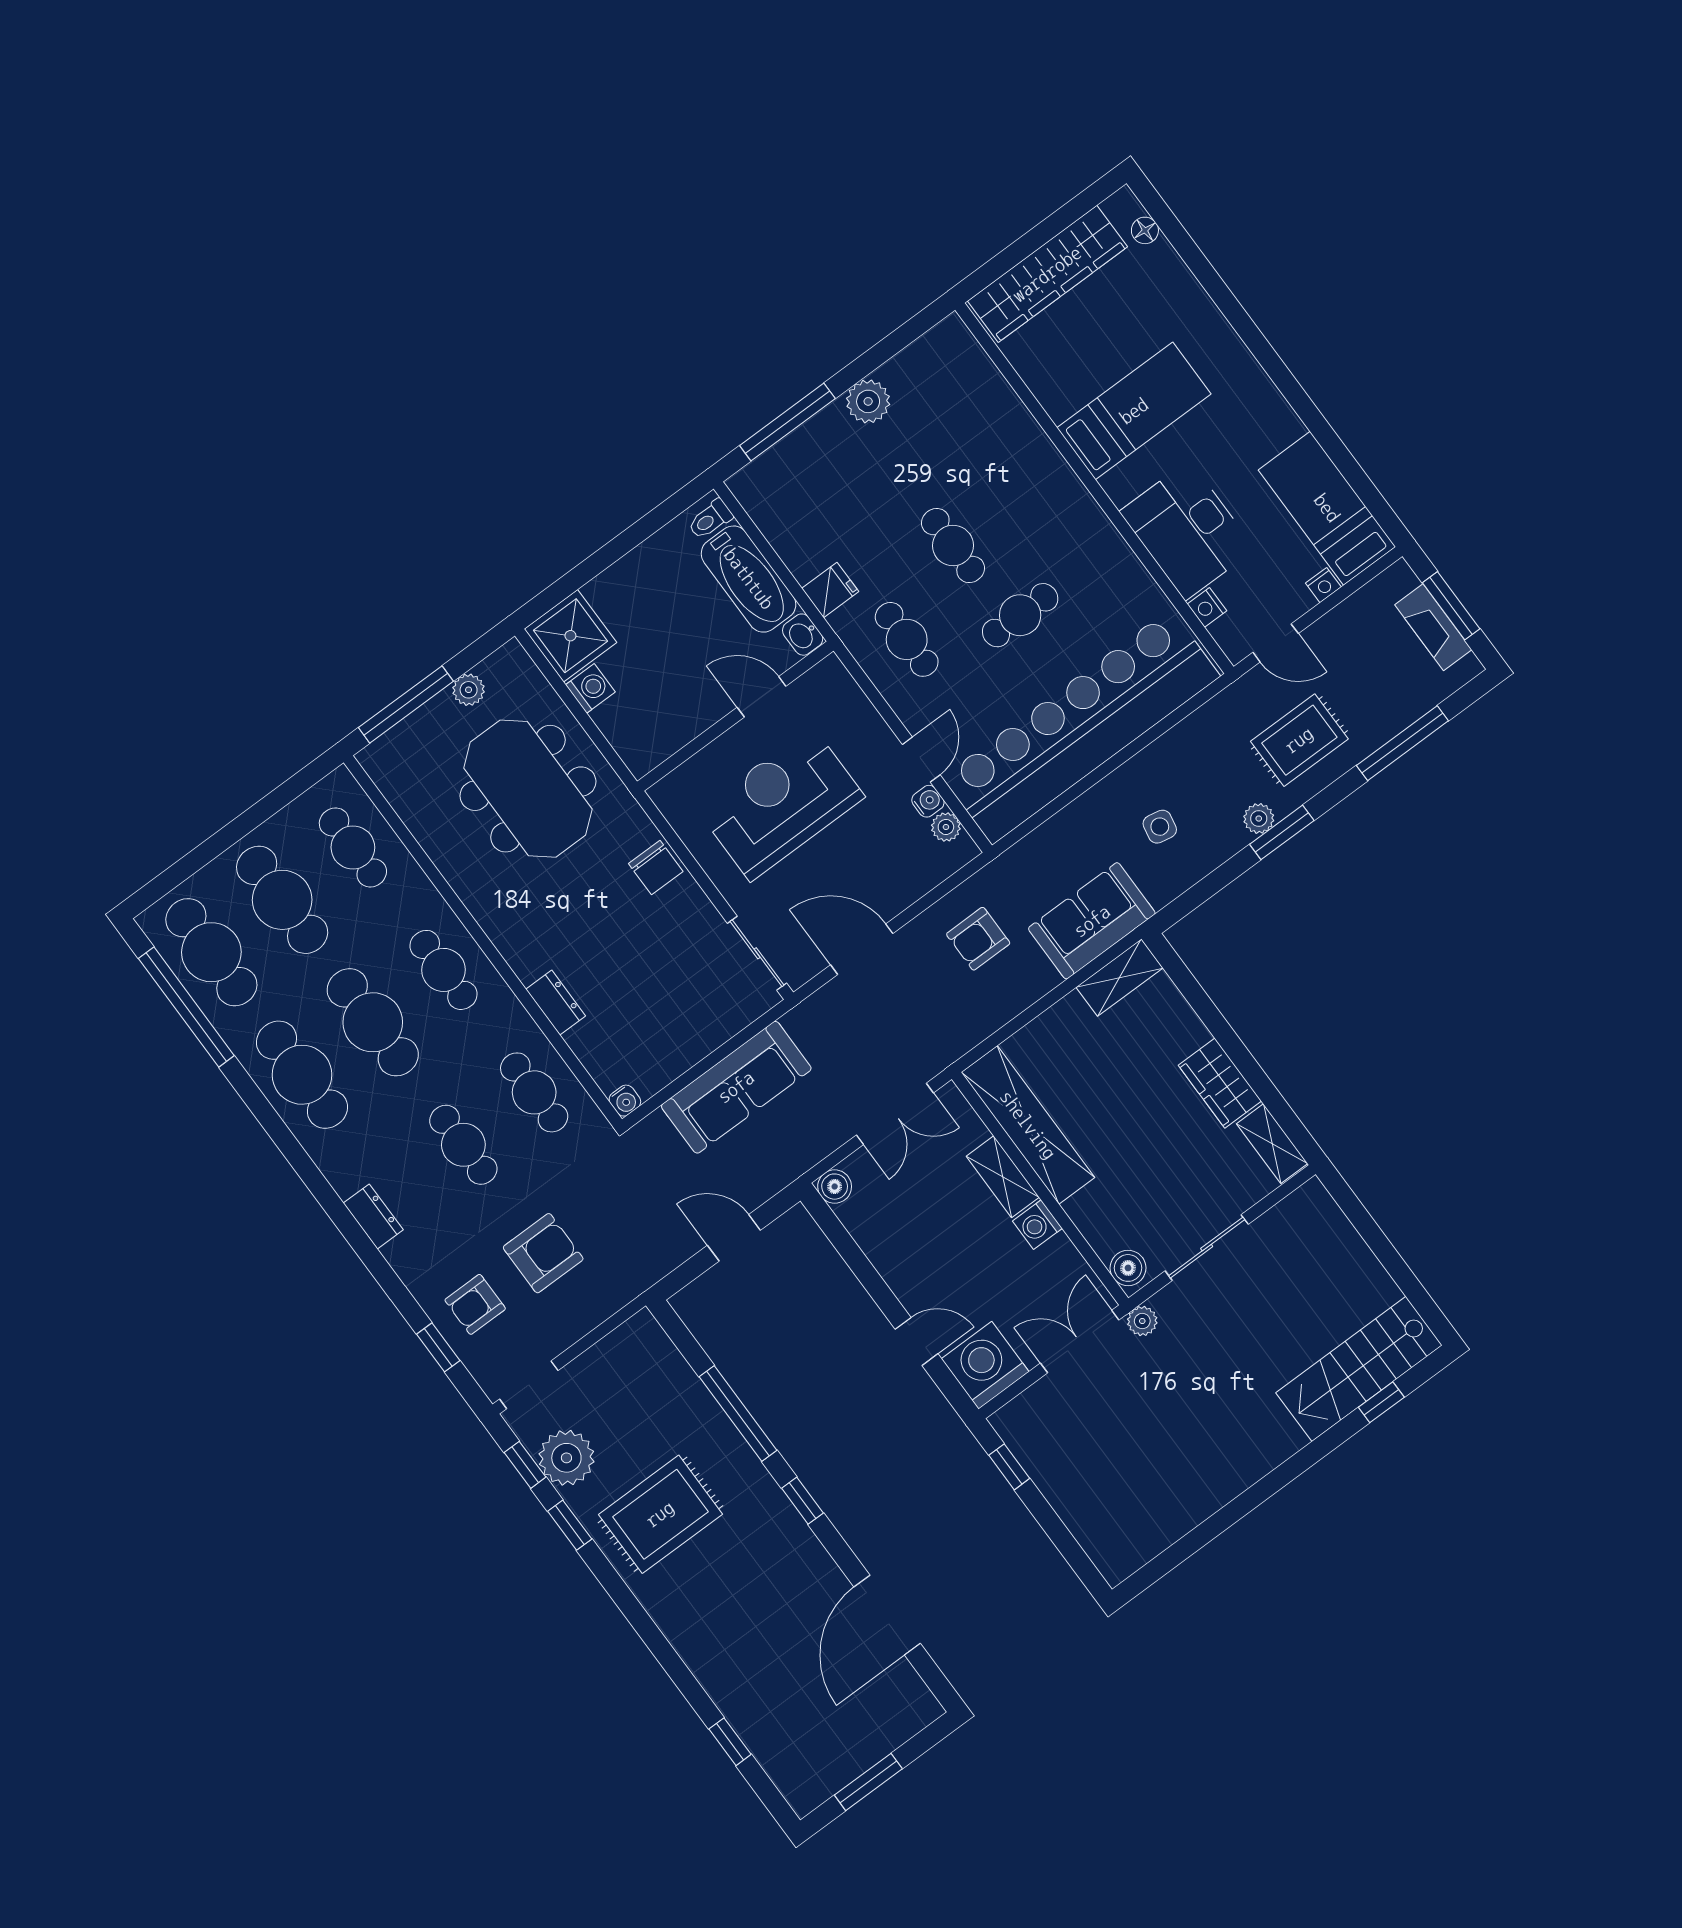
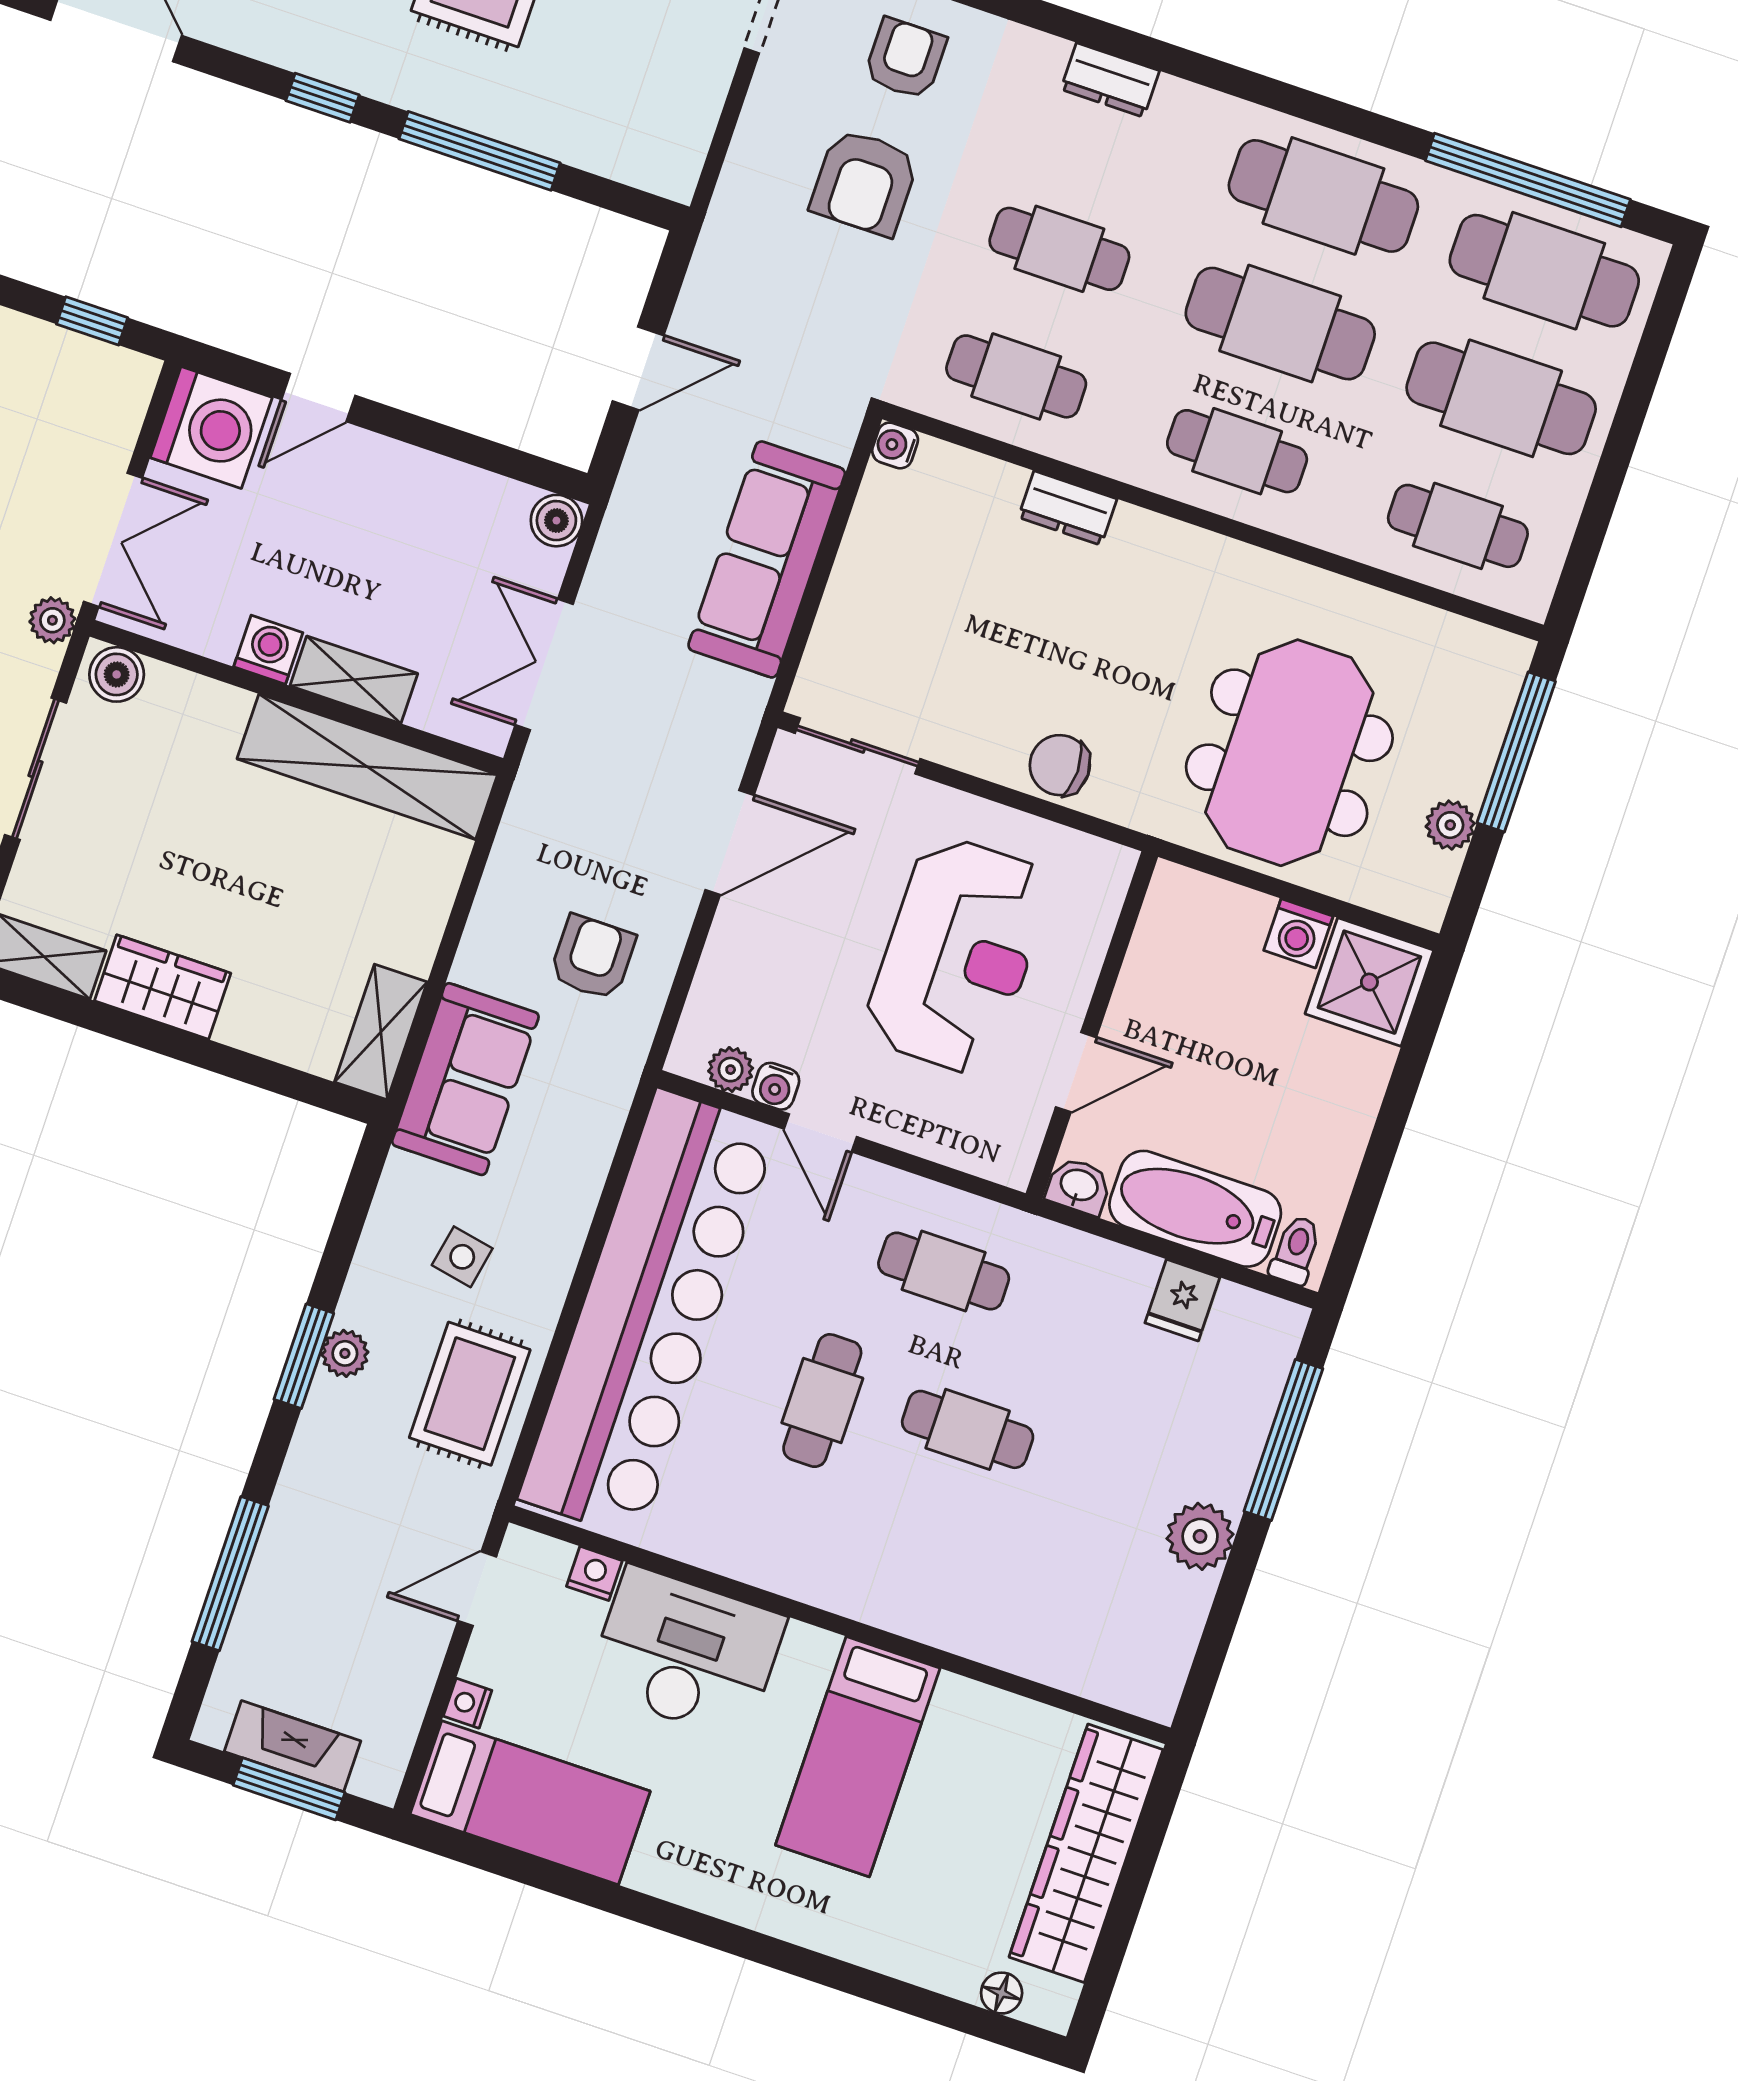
fridge: (830, 590) -> (1182, 1300), moved
rug: (1299, 740) -> (470, 1394), moved
meeting table: (528, 789) -> (1289, 753), turned 90

